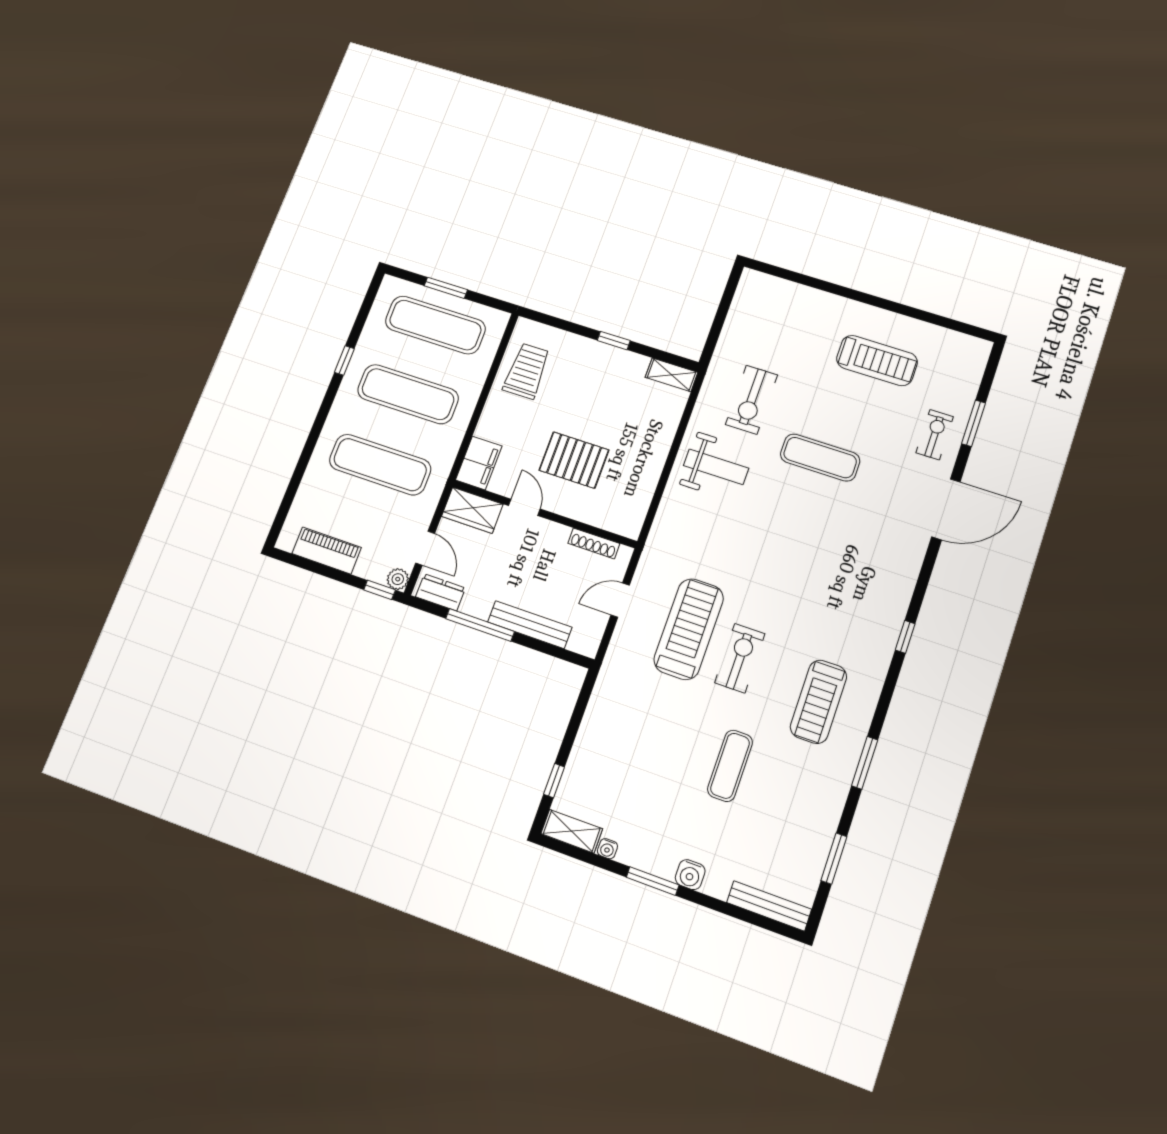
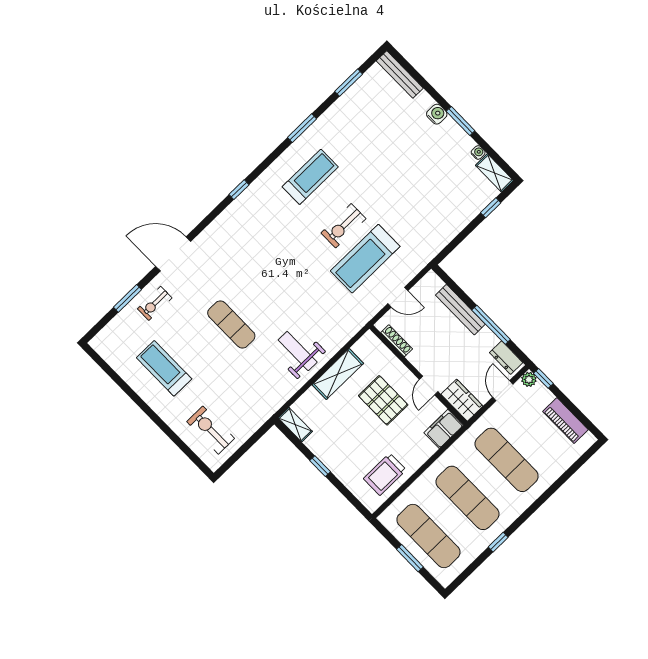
exercise bike: (752, 400) -> (211, 430), moved, turned -90
shelving: (649, 464) -> (338, 374), added
exercise mat: (730, 766) -> (382, 165), removed

